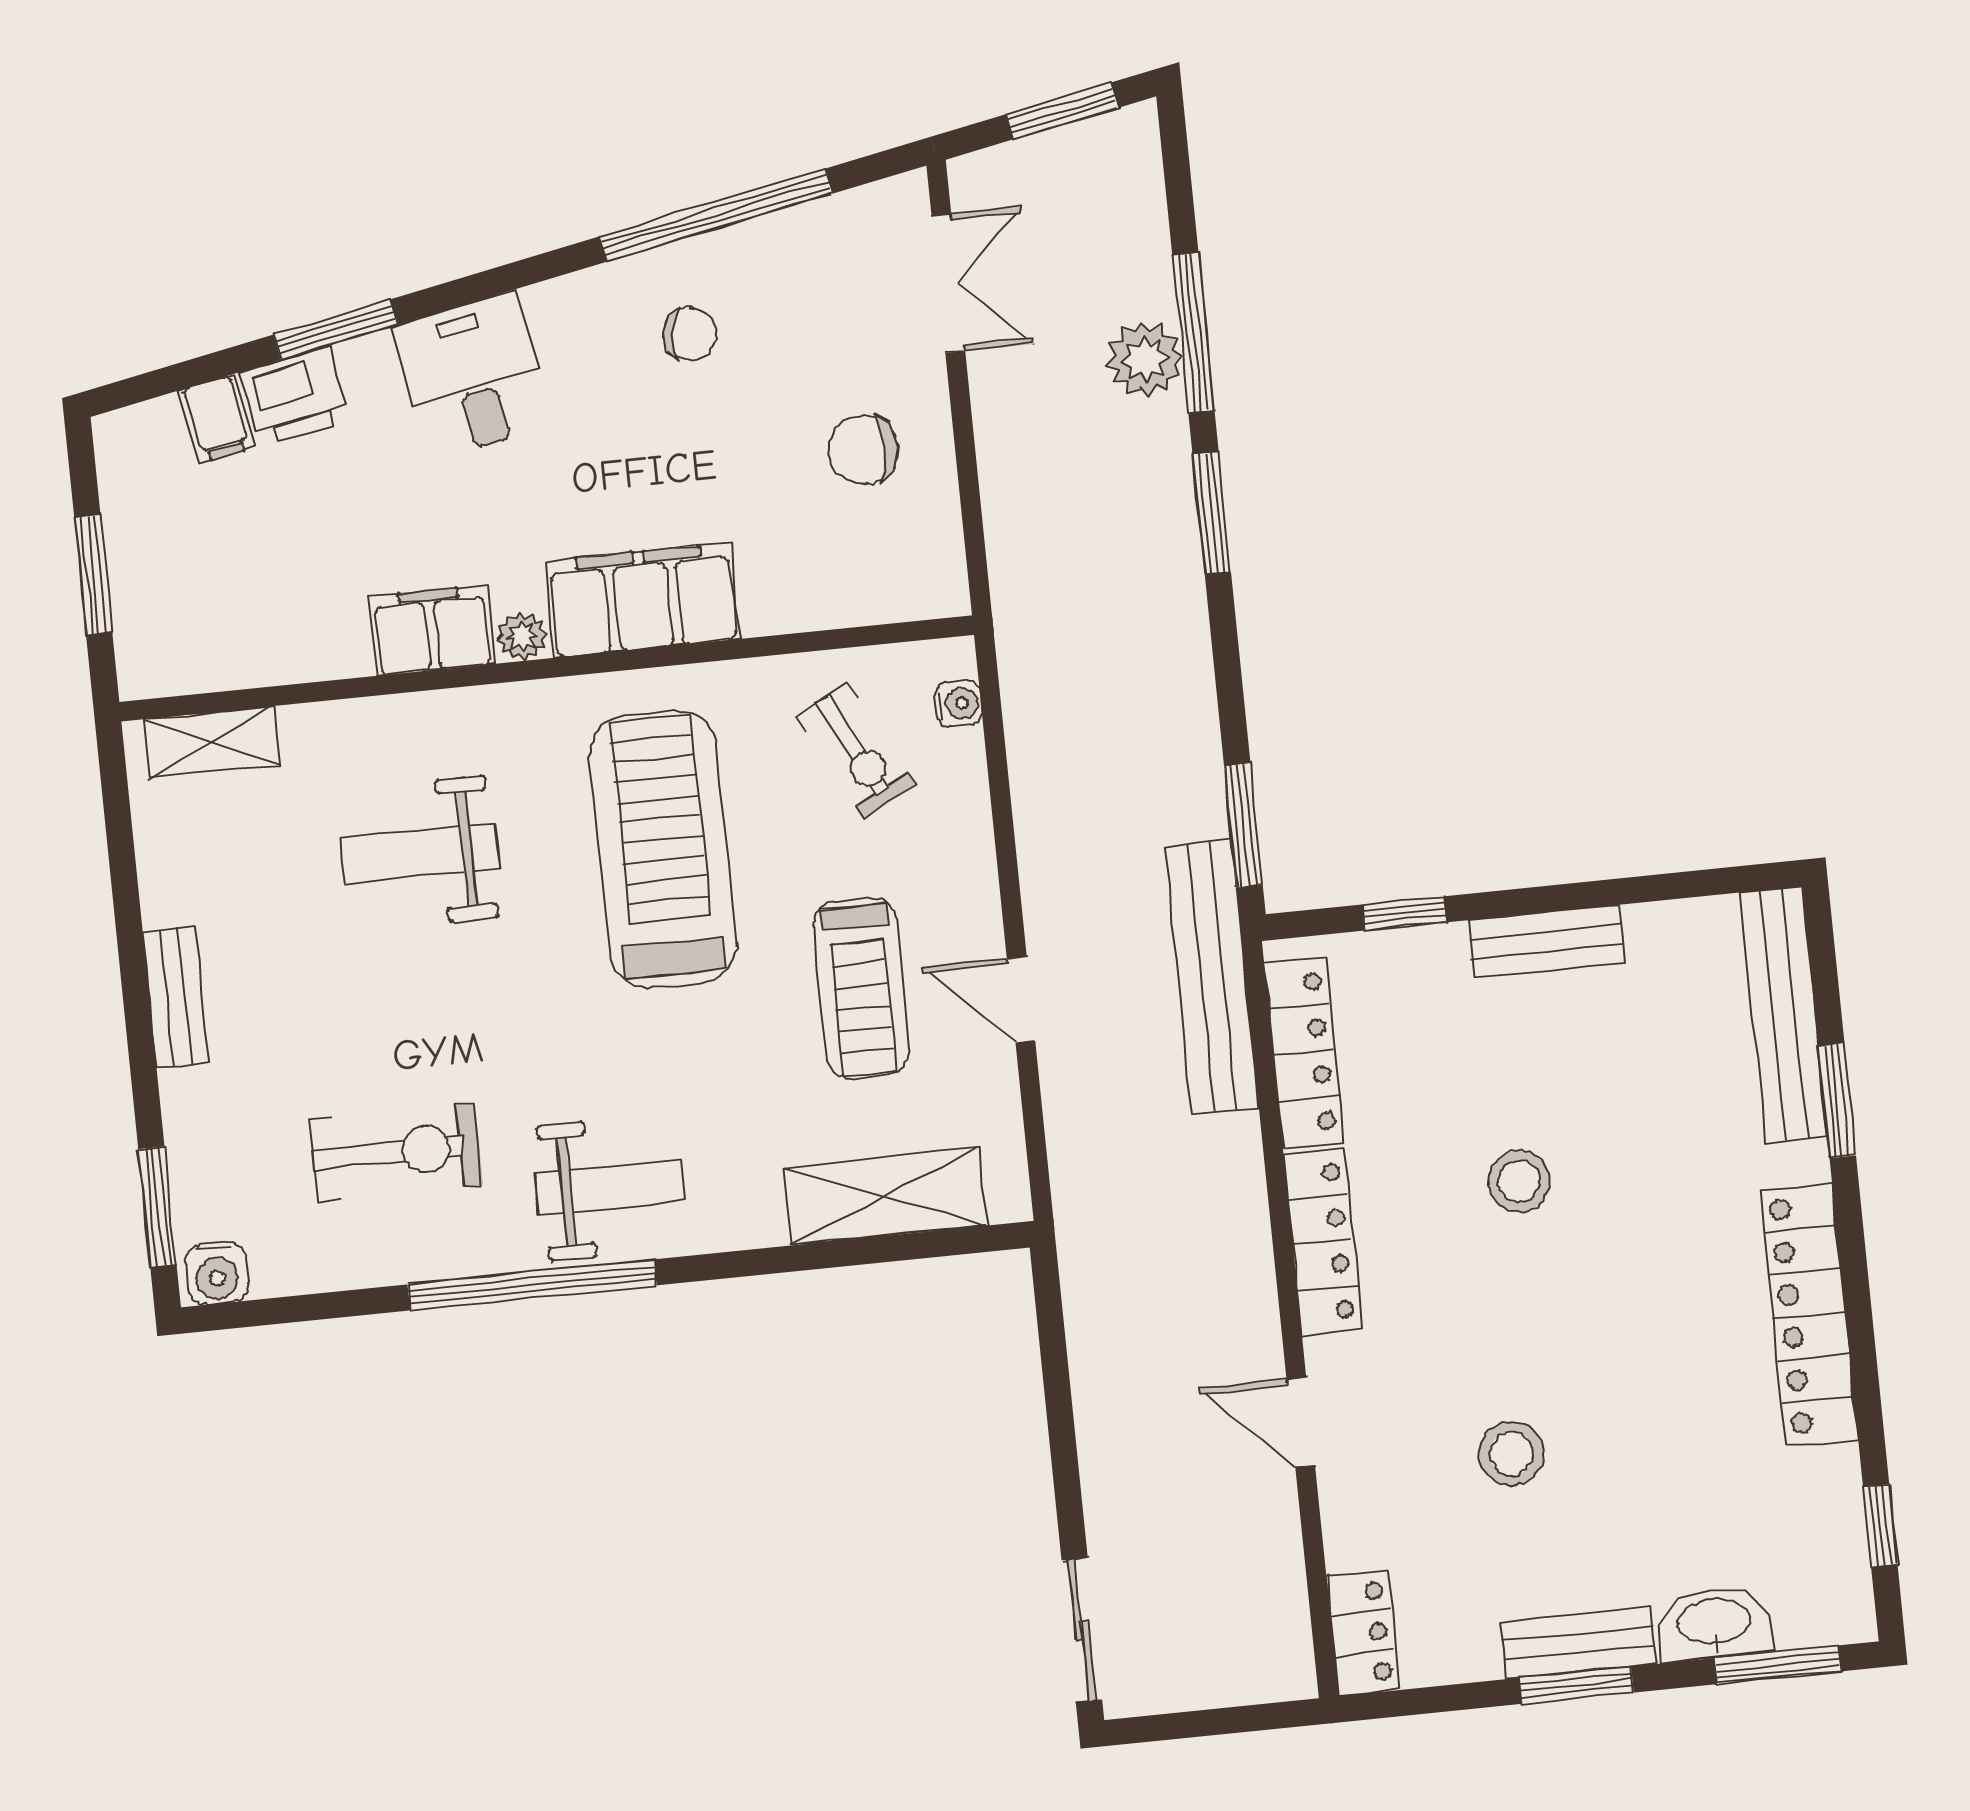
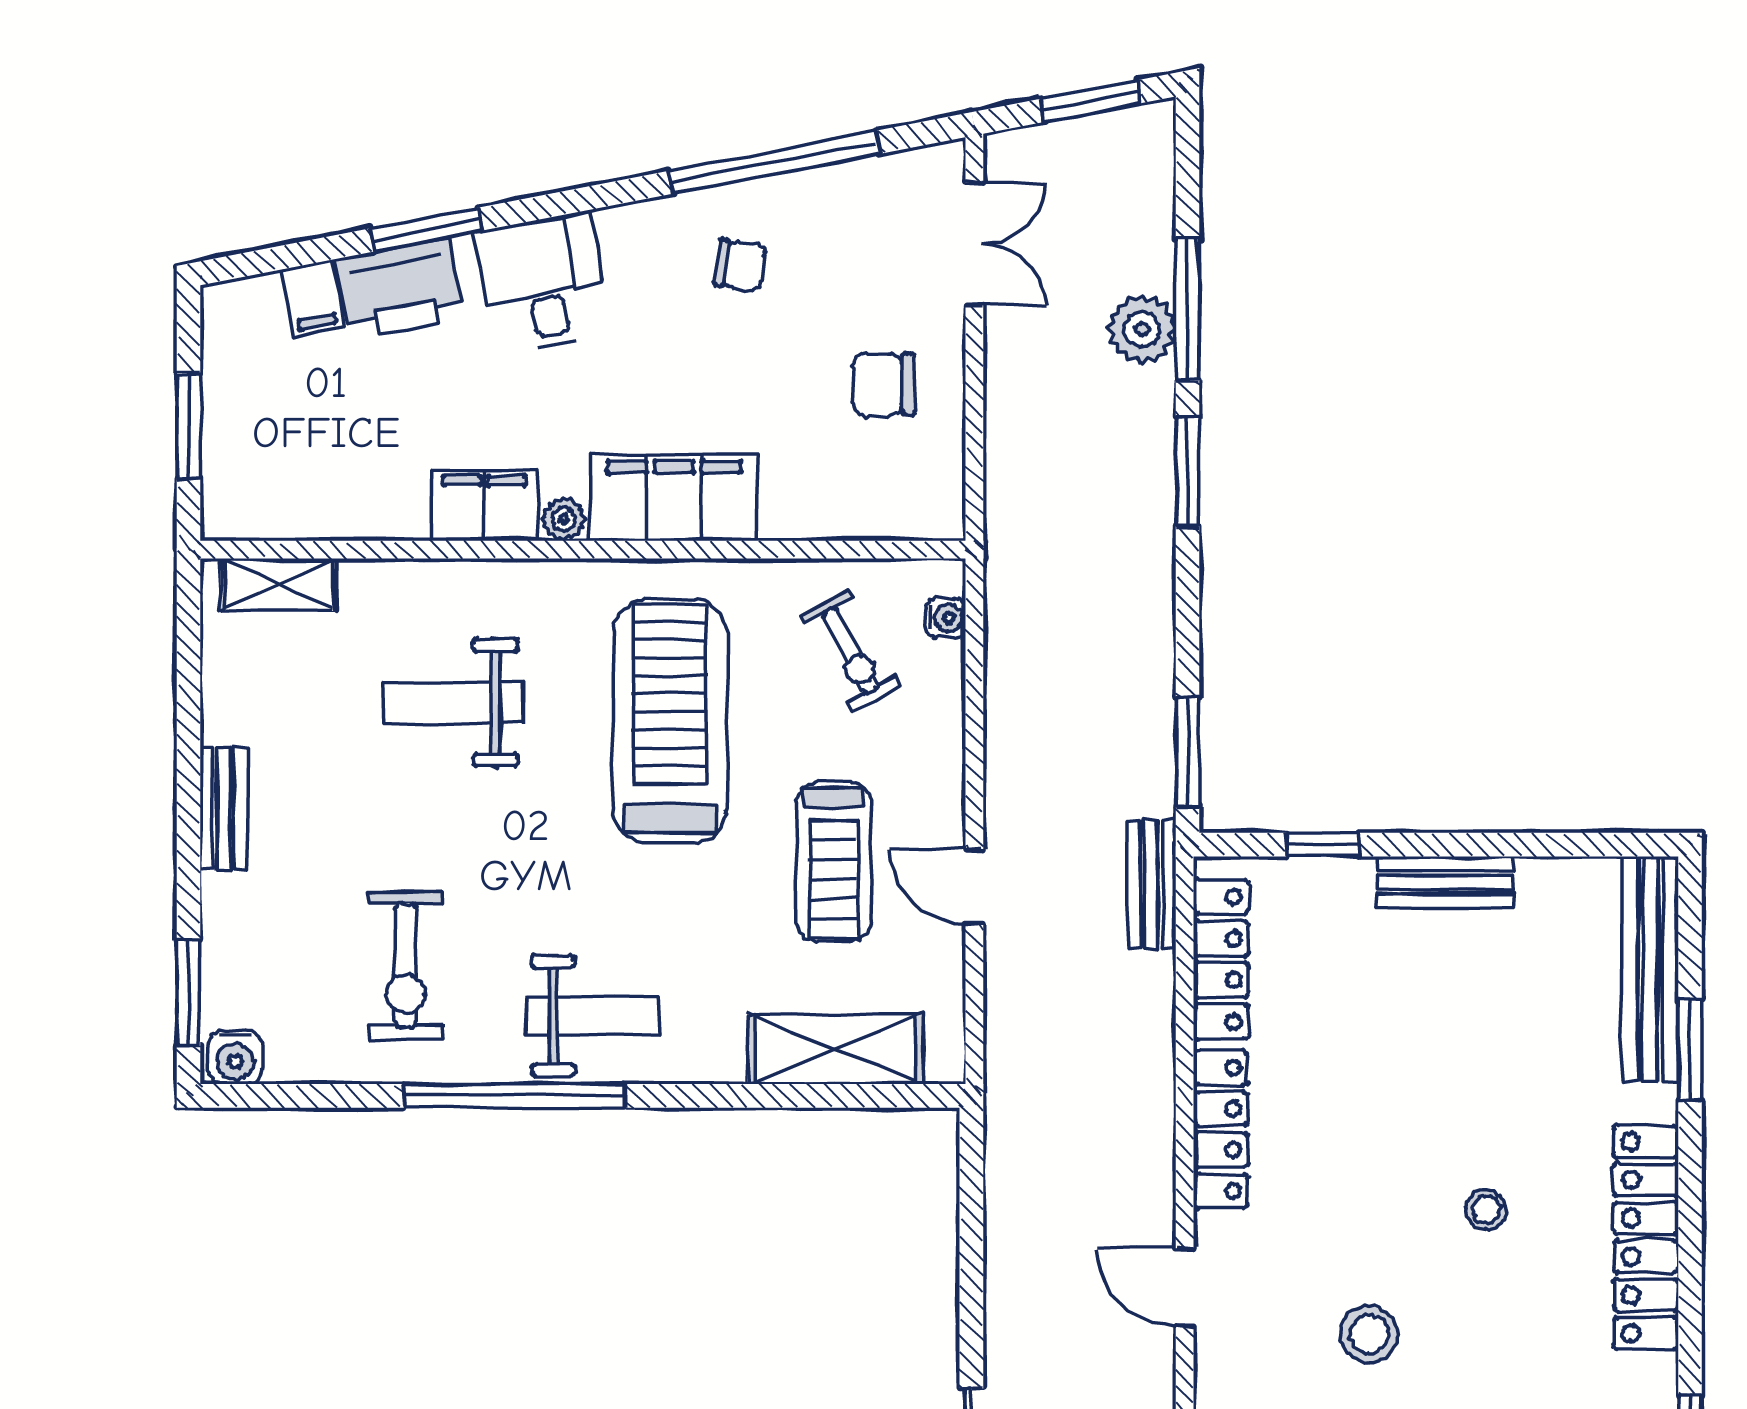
printer: (295, 396) -> (400, 289), width x1.37, depth x1.19
bench: (1212, 977) -> (1151, 884), width x0.54, depth x0.82
exercise bike: (396, 1152) -> (406, 966), turned 90
stool: (1519, 1181) -> (1486, 1209), moved, width x0.73, depth x0.73

